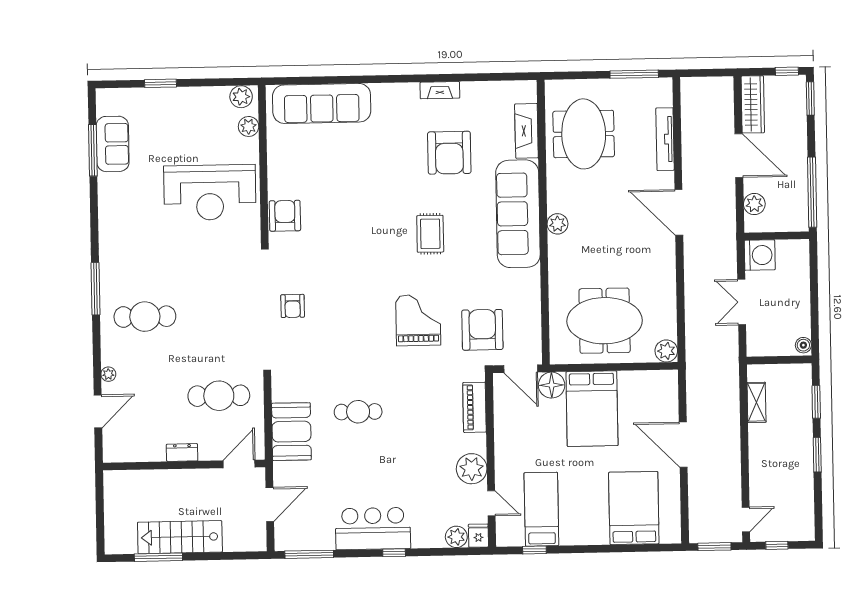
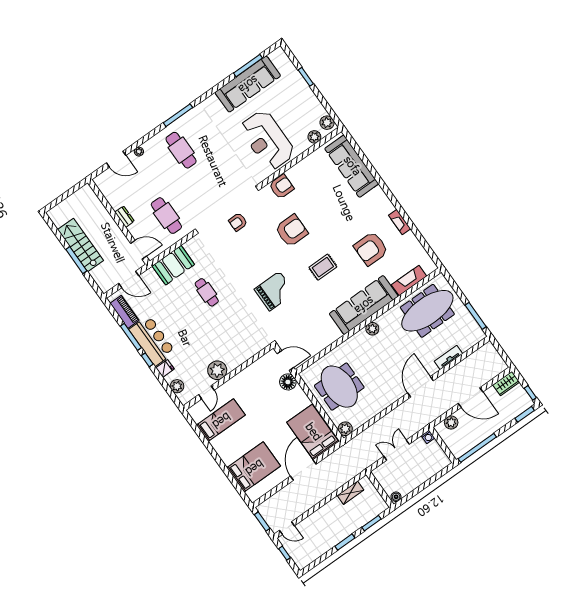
wardrobe: (753, 104) -> (506, 384), width x0.67
meeting table: (584, 134) -> (427, 311), width x1.36
tv unit: (665, 139) -> (449, 357), width x0.71
sofa: (113, 144) -> (248, 84), width x1.85, depth x1.27
door: (739, 156) -> (470, 398), hinge flipped
washing machine: (760, 255) -> (428, 437), width x0.53, depth x0.53
armchair: (482, 330) -> (292, 231), moved
door: (521, 369) -> (285, 360), swing flipped
piano: (474, 407) -> (124, 312), moved, turned 90
bed: (592, 409) -> (313, 432), moved, turned 90
fridge: (478, 536) -> (165, 368), moved
window: (534, 550) -> (198, 431), removed
window: (309, 554) -> (131, 337), moved
window: (158, 557) -> (76, 260), moved

